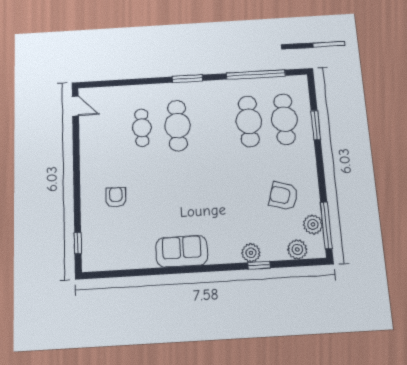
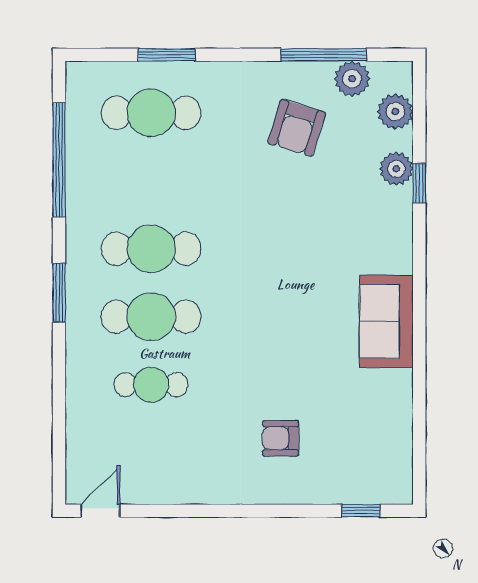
cafe table: (249, 121) -> (151, 249), moved
window: (326, 225) -> (324, 55), moved
plant: (251, 253) -> (396, 169), moved

